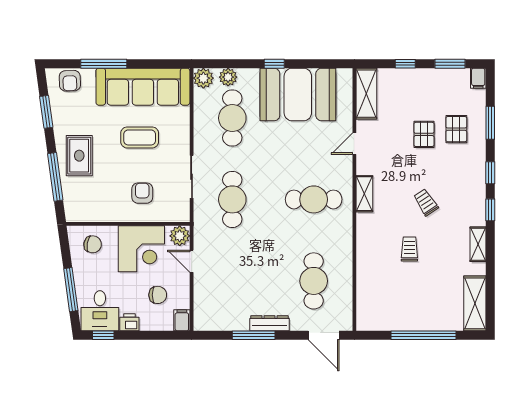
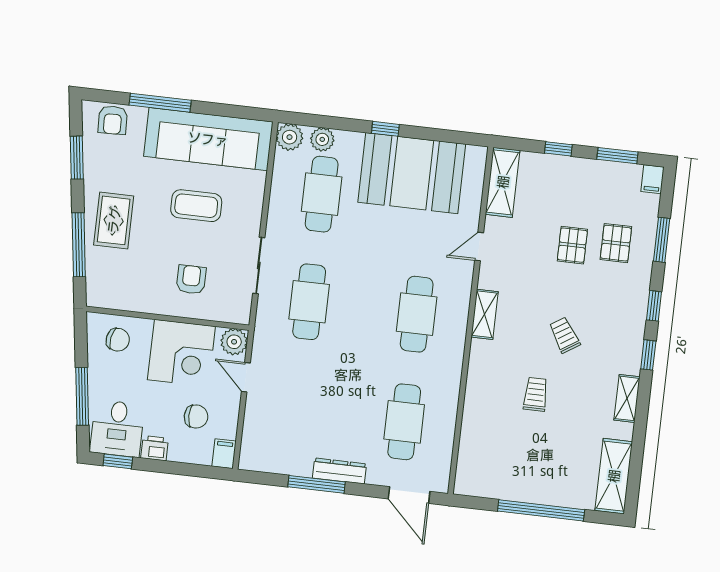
cafe table: (314, 199) -> (417, 314), turned 90

